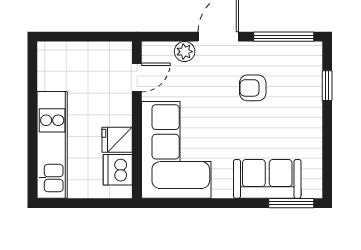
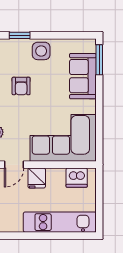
door: (137, 77) -> (14, 165), swing flipped
side table: (304, 117) -> (41, 51), added
fridge: (117, 140) -> (37, 178), moved

